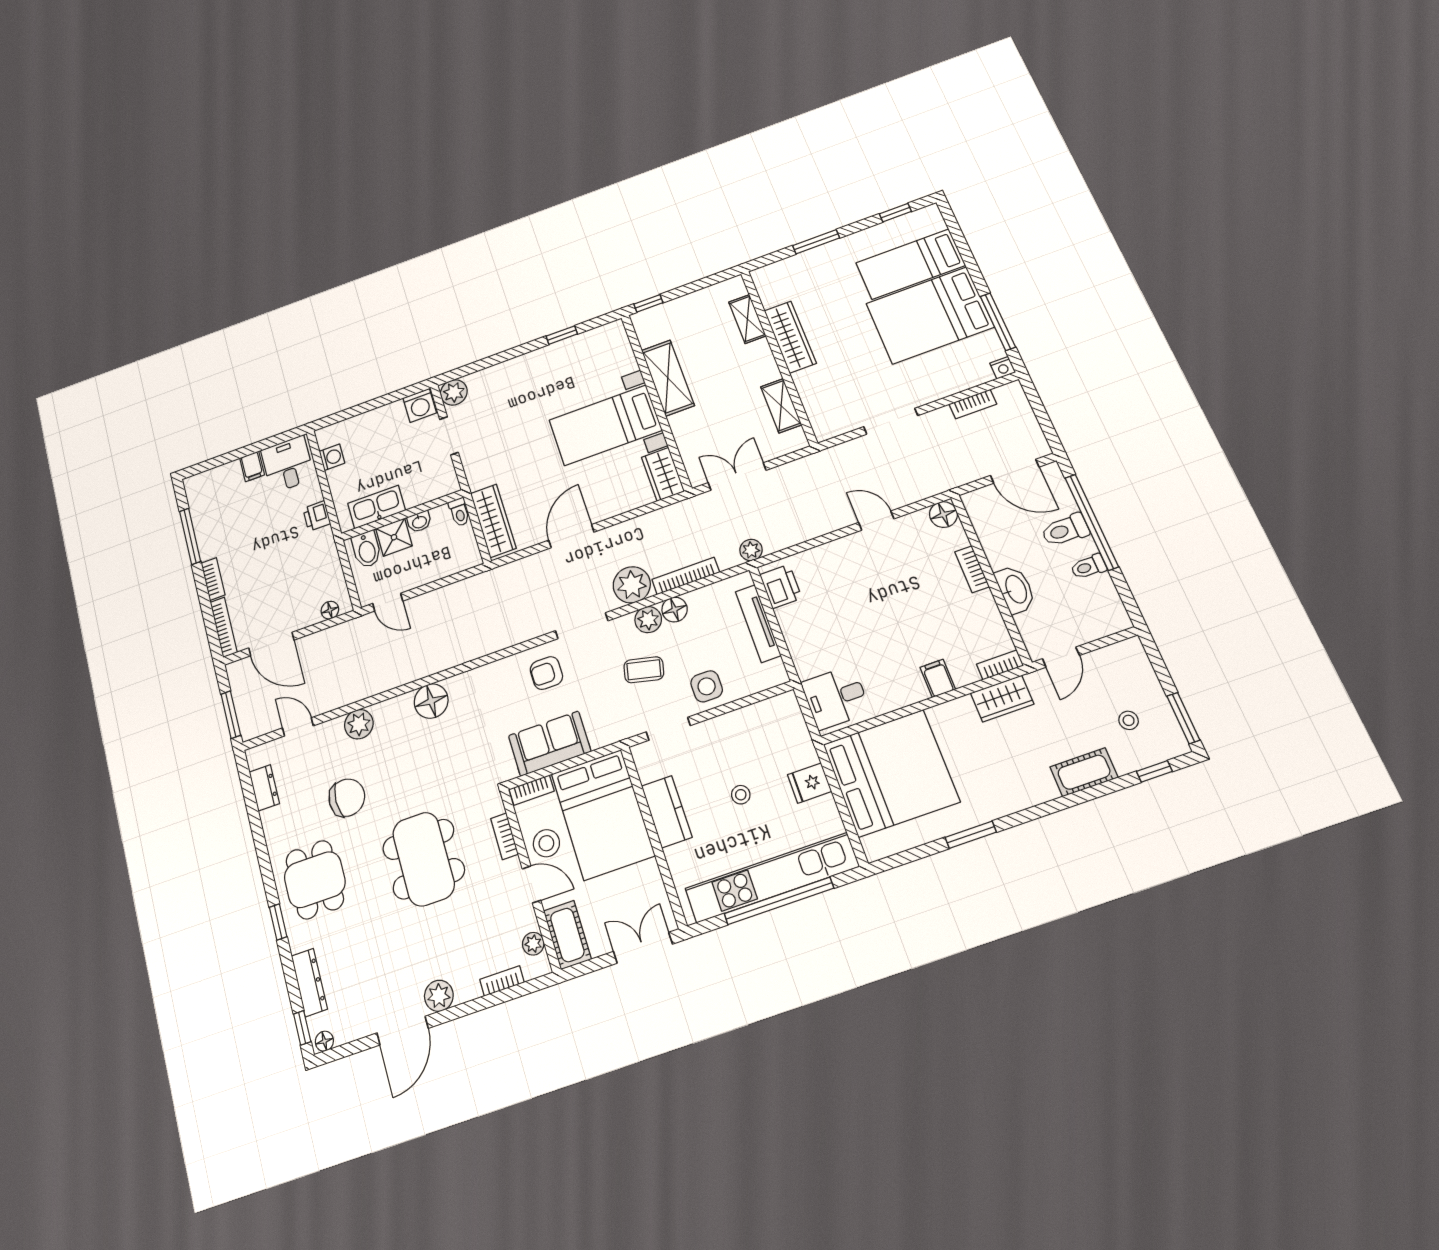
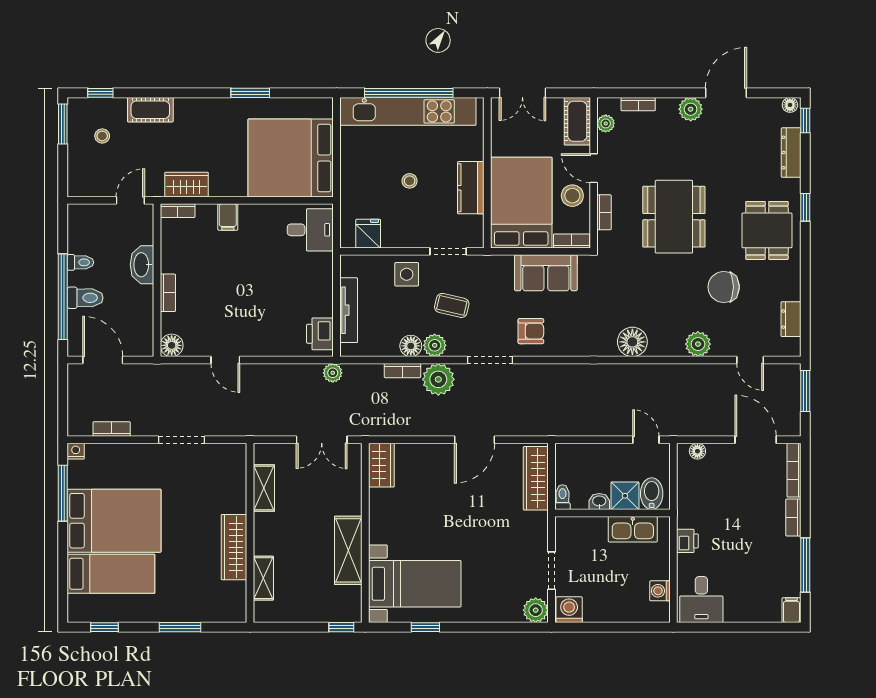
bed with nightstands: (605, 425) -> (415, 584), moved
filing cabinet: (252, 466) -> (791, 610), moved
bookcase: (686, 576) -> (402, 371), width x0.64
fridge: (810, 783) -> (368, 234), moved, turned -90

